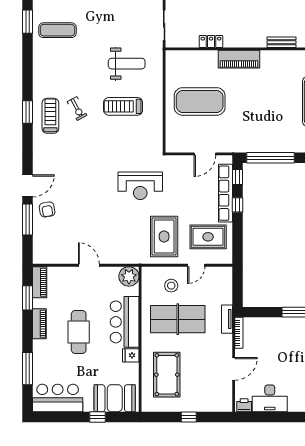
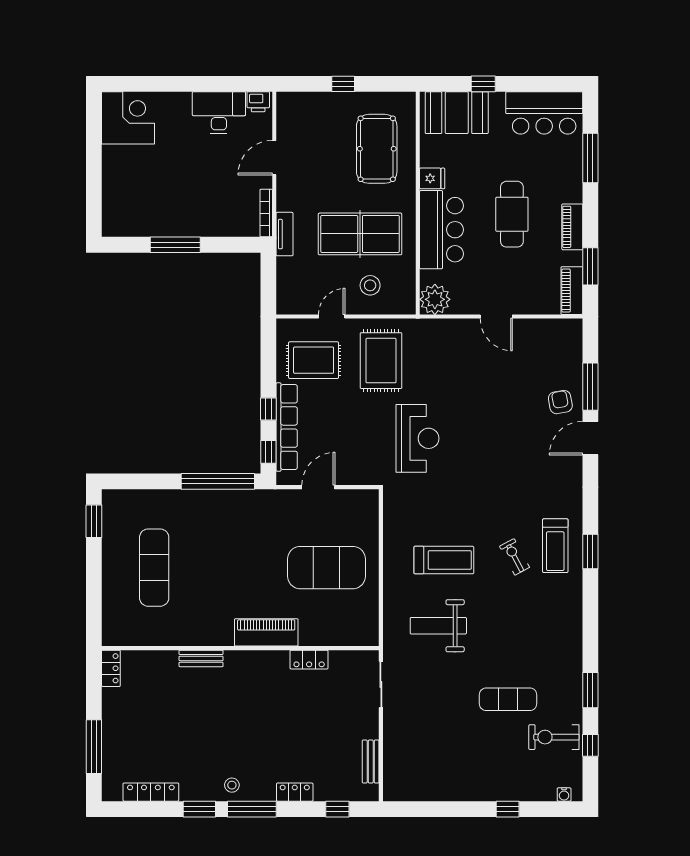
exercise mat: (57, 30) -> (508, 699), moved
reception desk: (140, 186) -> (417, 438), turned 90

